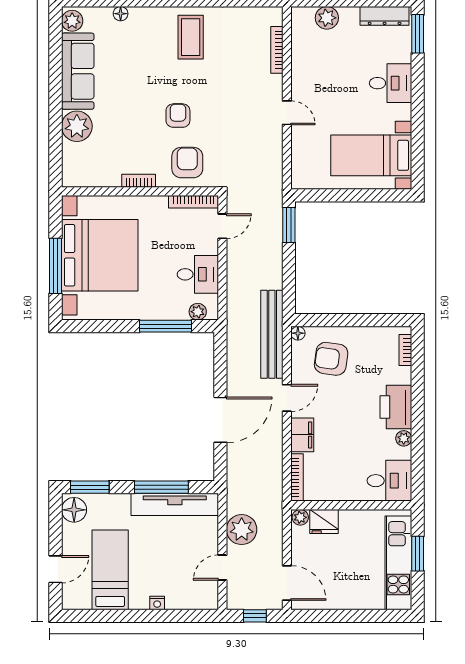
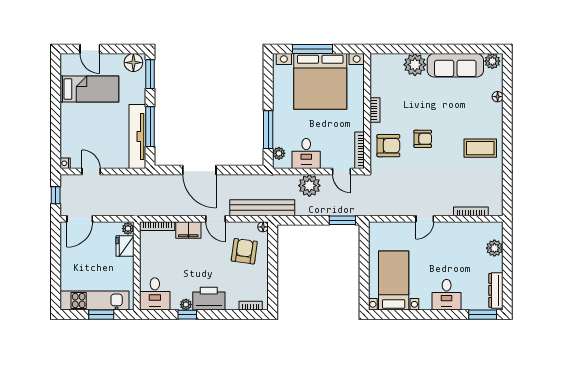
window: (418, 436) -> (187, 315), added
plant: (242, 530) -> (309, 186), moved
nightstand: (157, 603) -> (65, 163), moved

